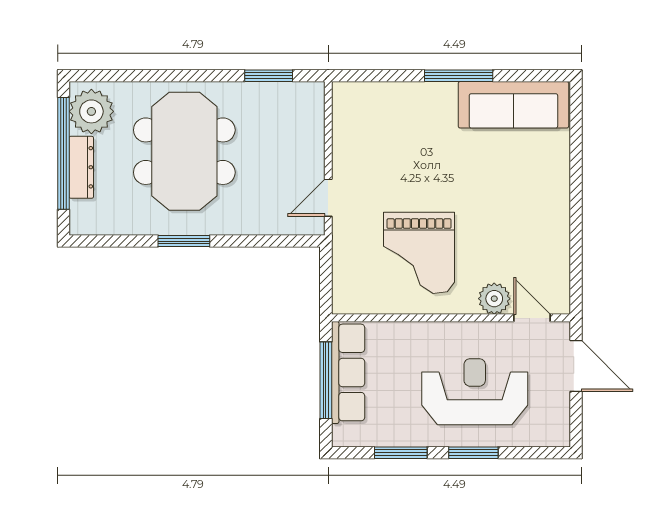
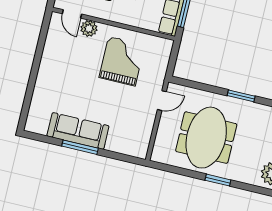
window: (269, 76) -> (218, 180), moved
sofa: (513, 105) -> (78, 131), moved
meeting table: (184, 151) -> (206, 138), moved

